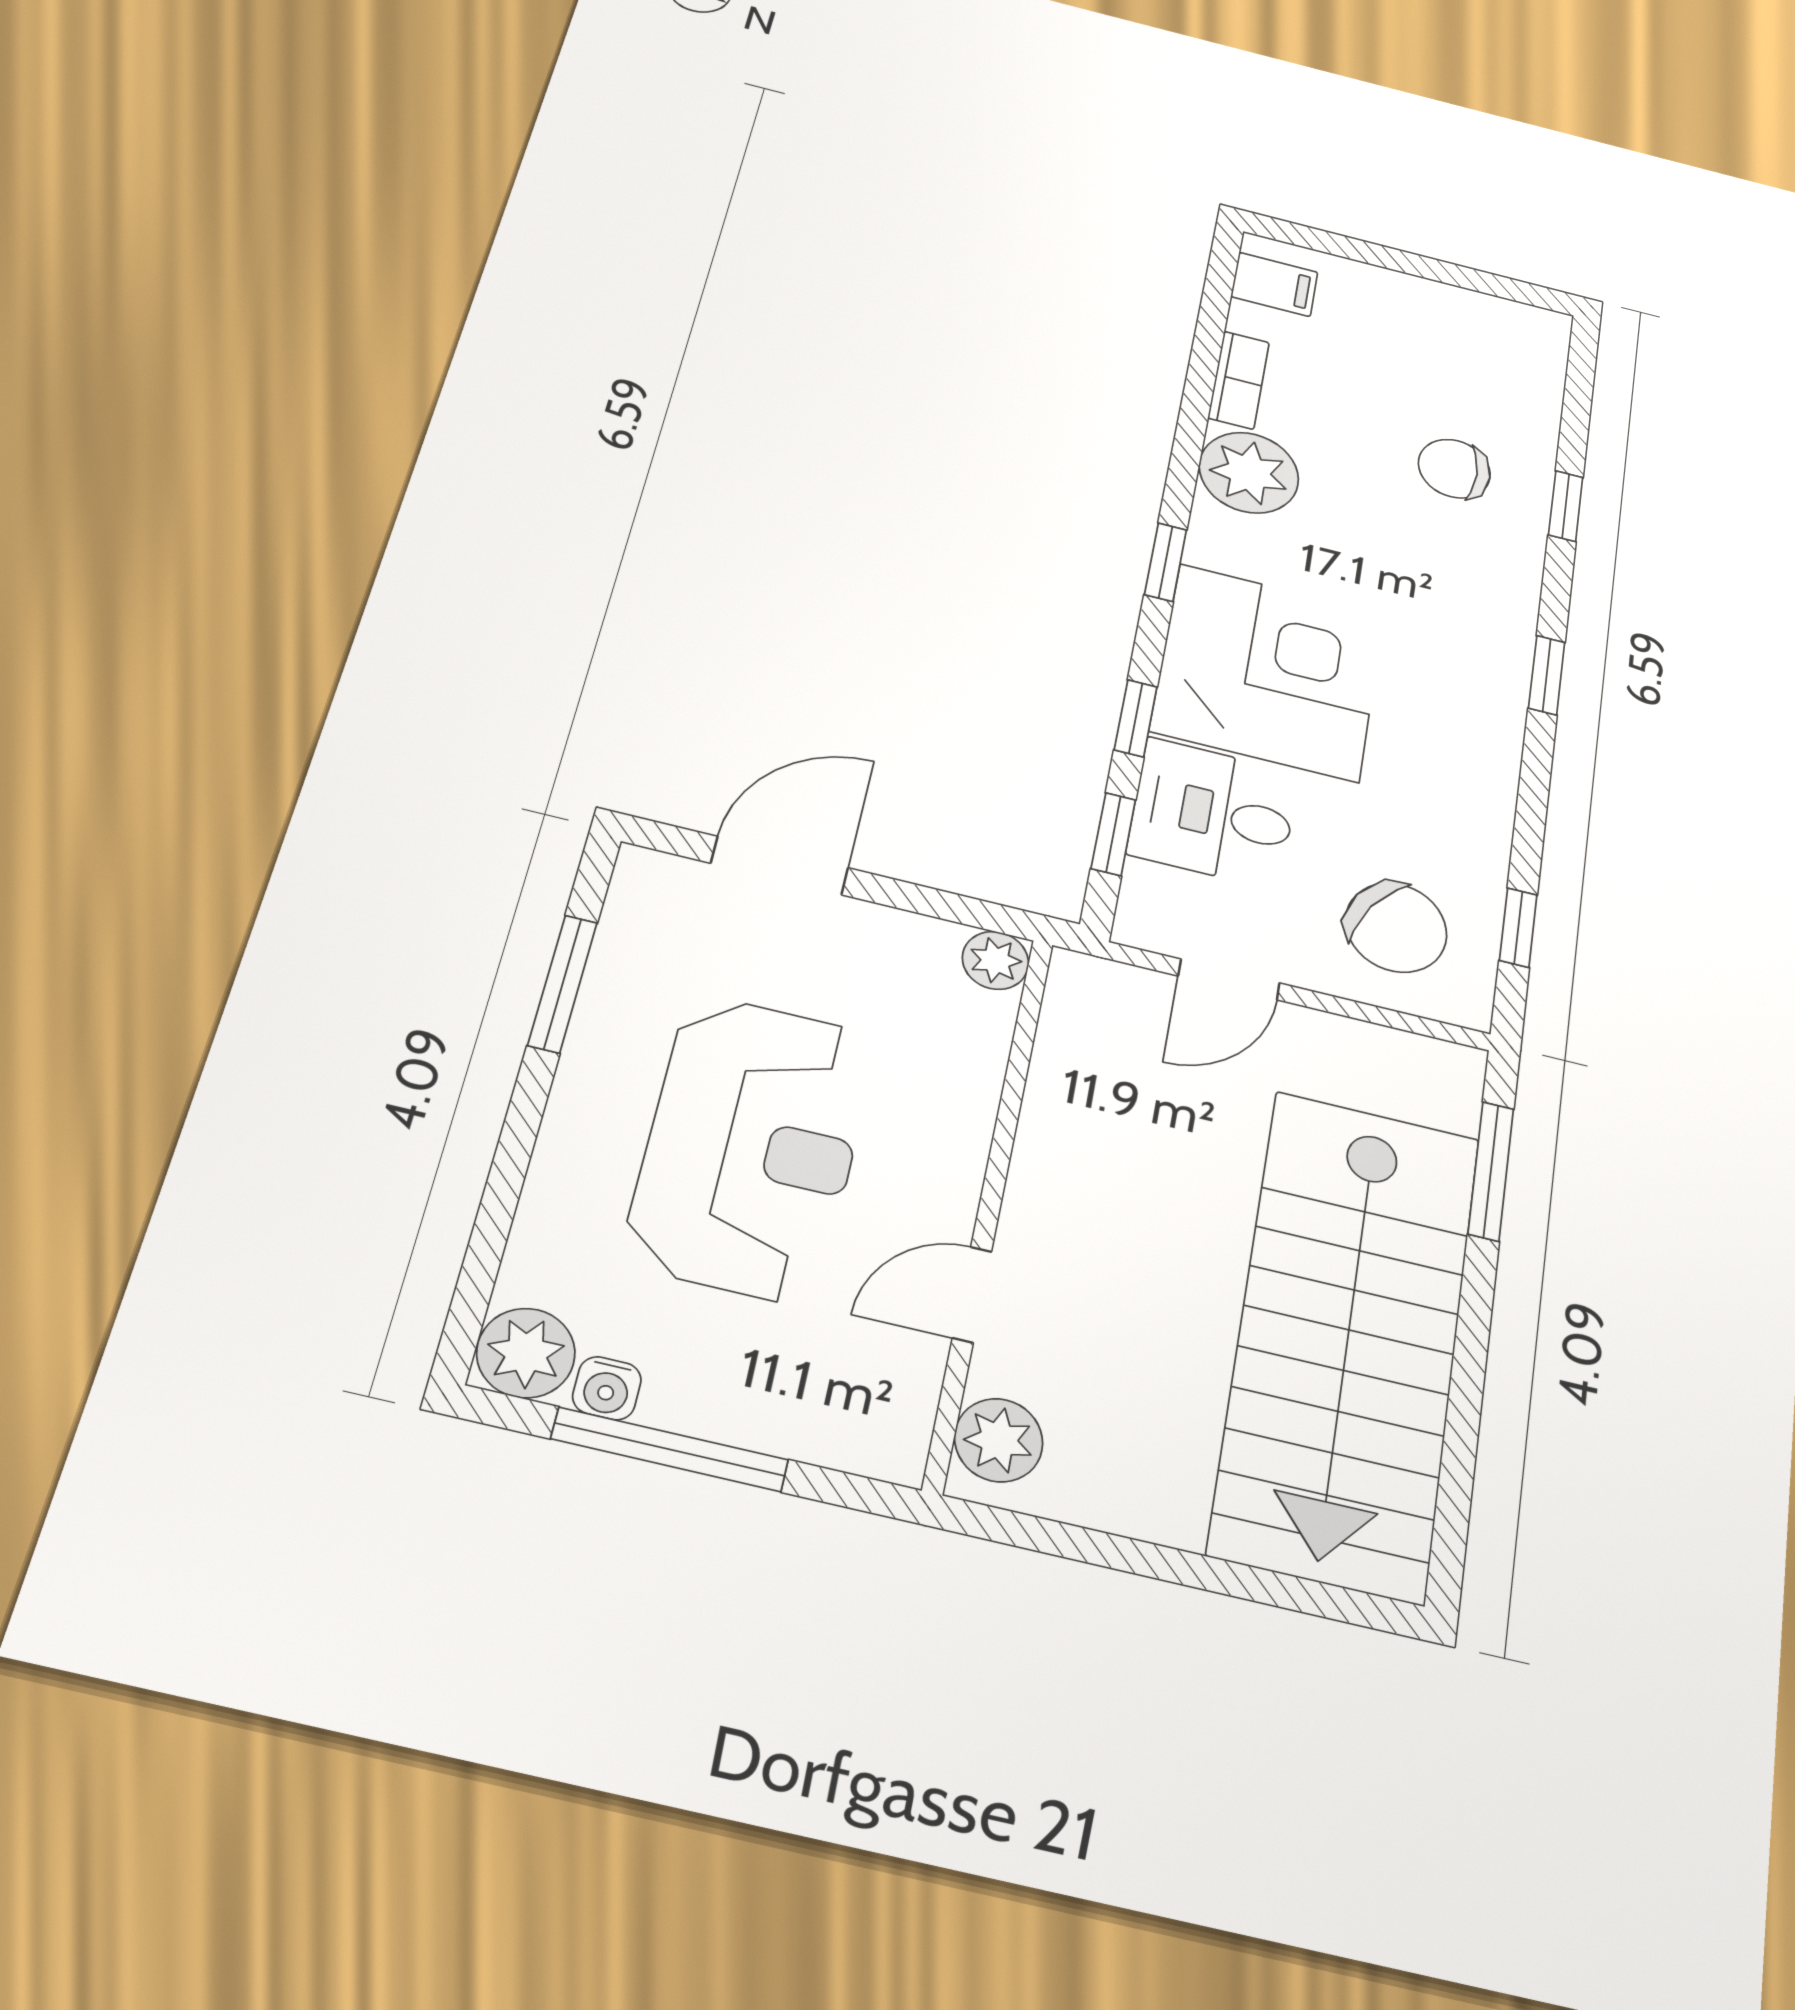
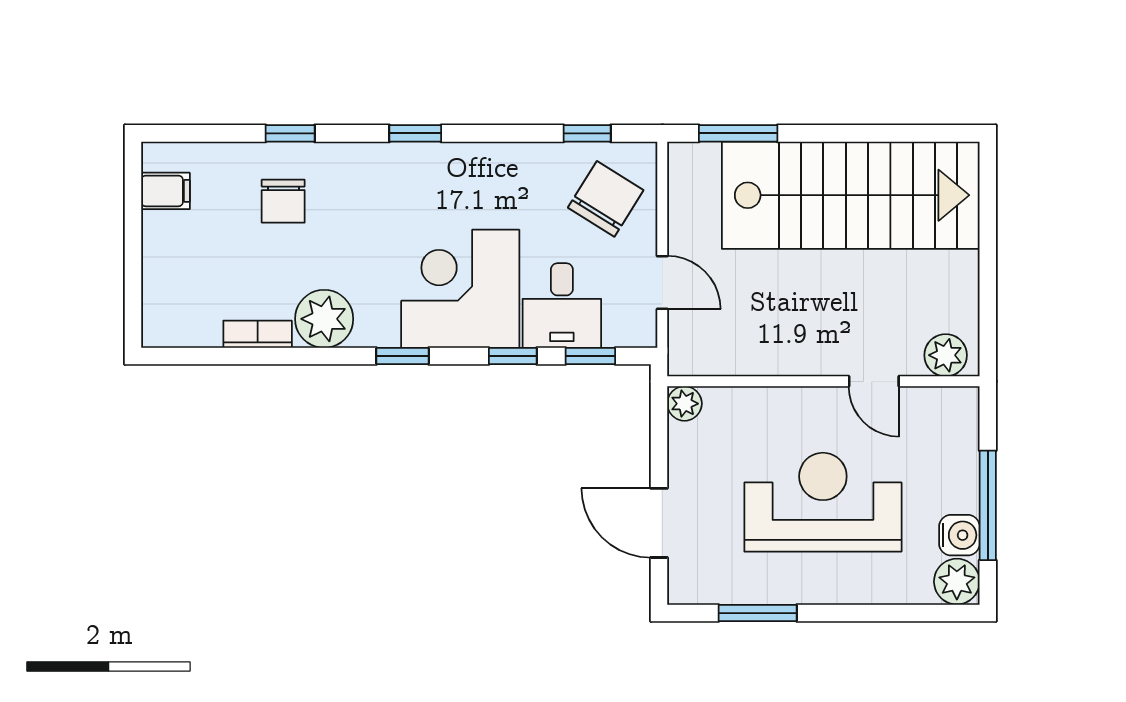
filing cabinet: (1274, 284) -> (165, 191), moved, turned 90
water cooler: (607, 1388) -> (959, 535), width x1.38, depth x1.38

